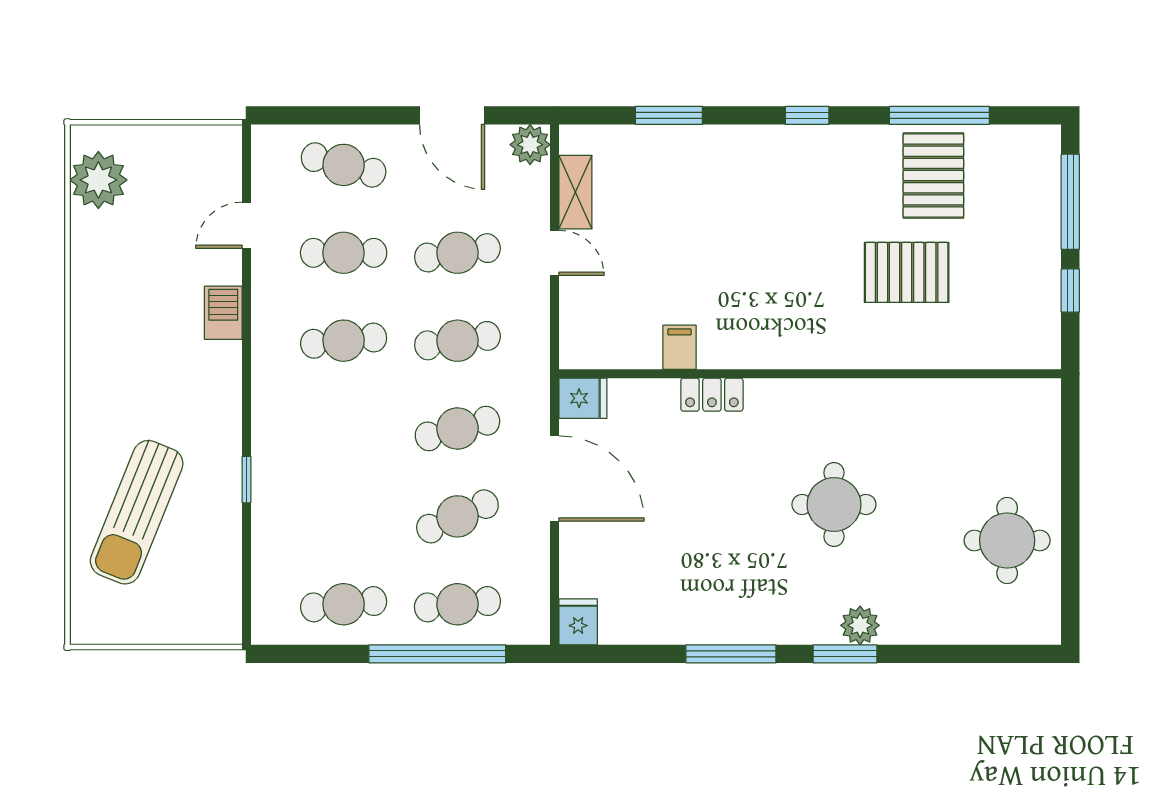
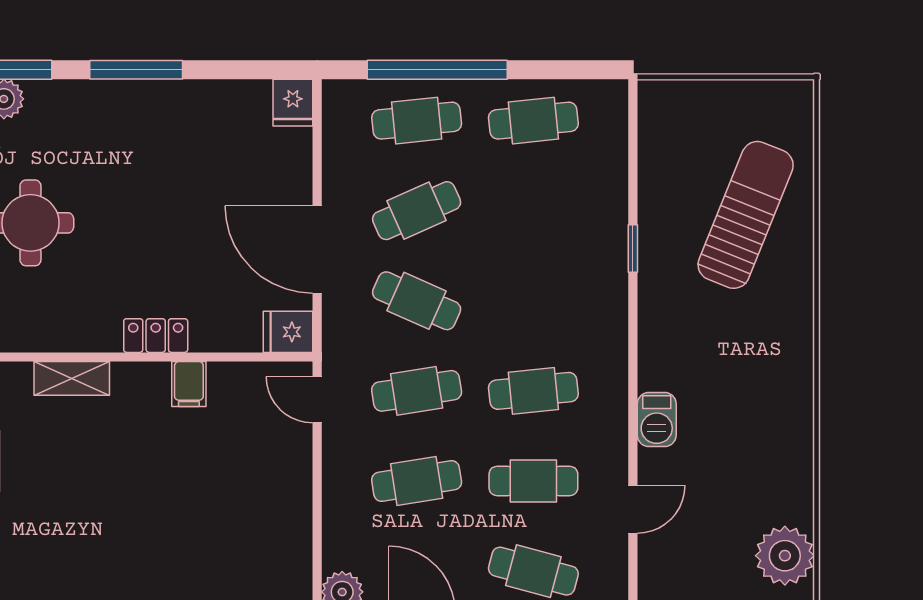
shelving: (575, 192) -> (72, 378), moved, turned 90
door: (555, 253) -> (317, 400), moved
cafe table: (457, 429) -> (417, 301), turned 39

